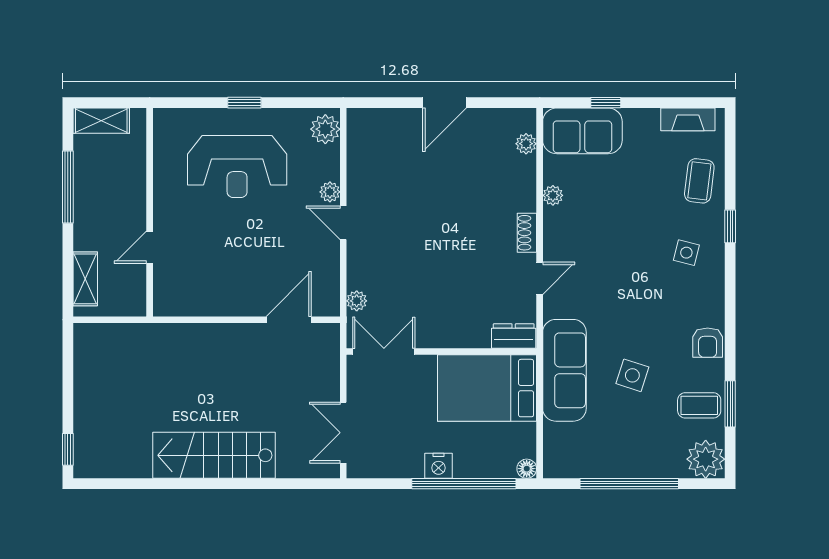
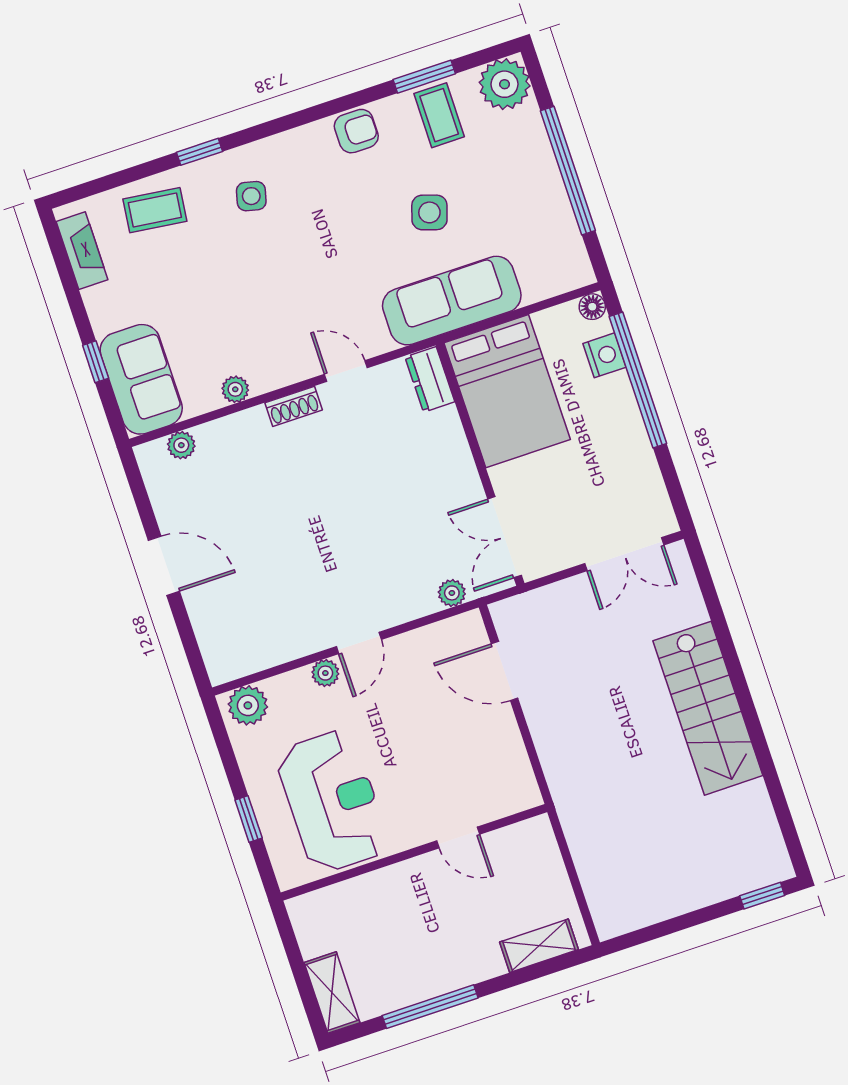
wall: (150, 212) -> (414, 852), moved
door: (150, 247) -> (458, 838), moved
nightstand: (439, 466) -> (604, 355), moved

